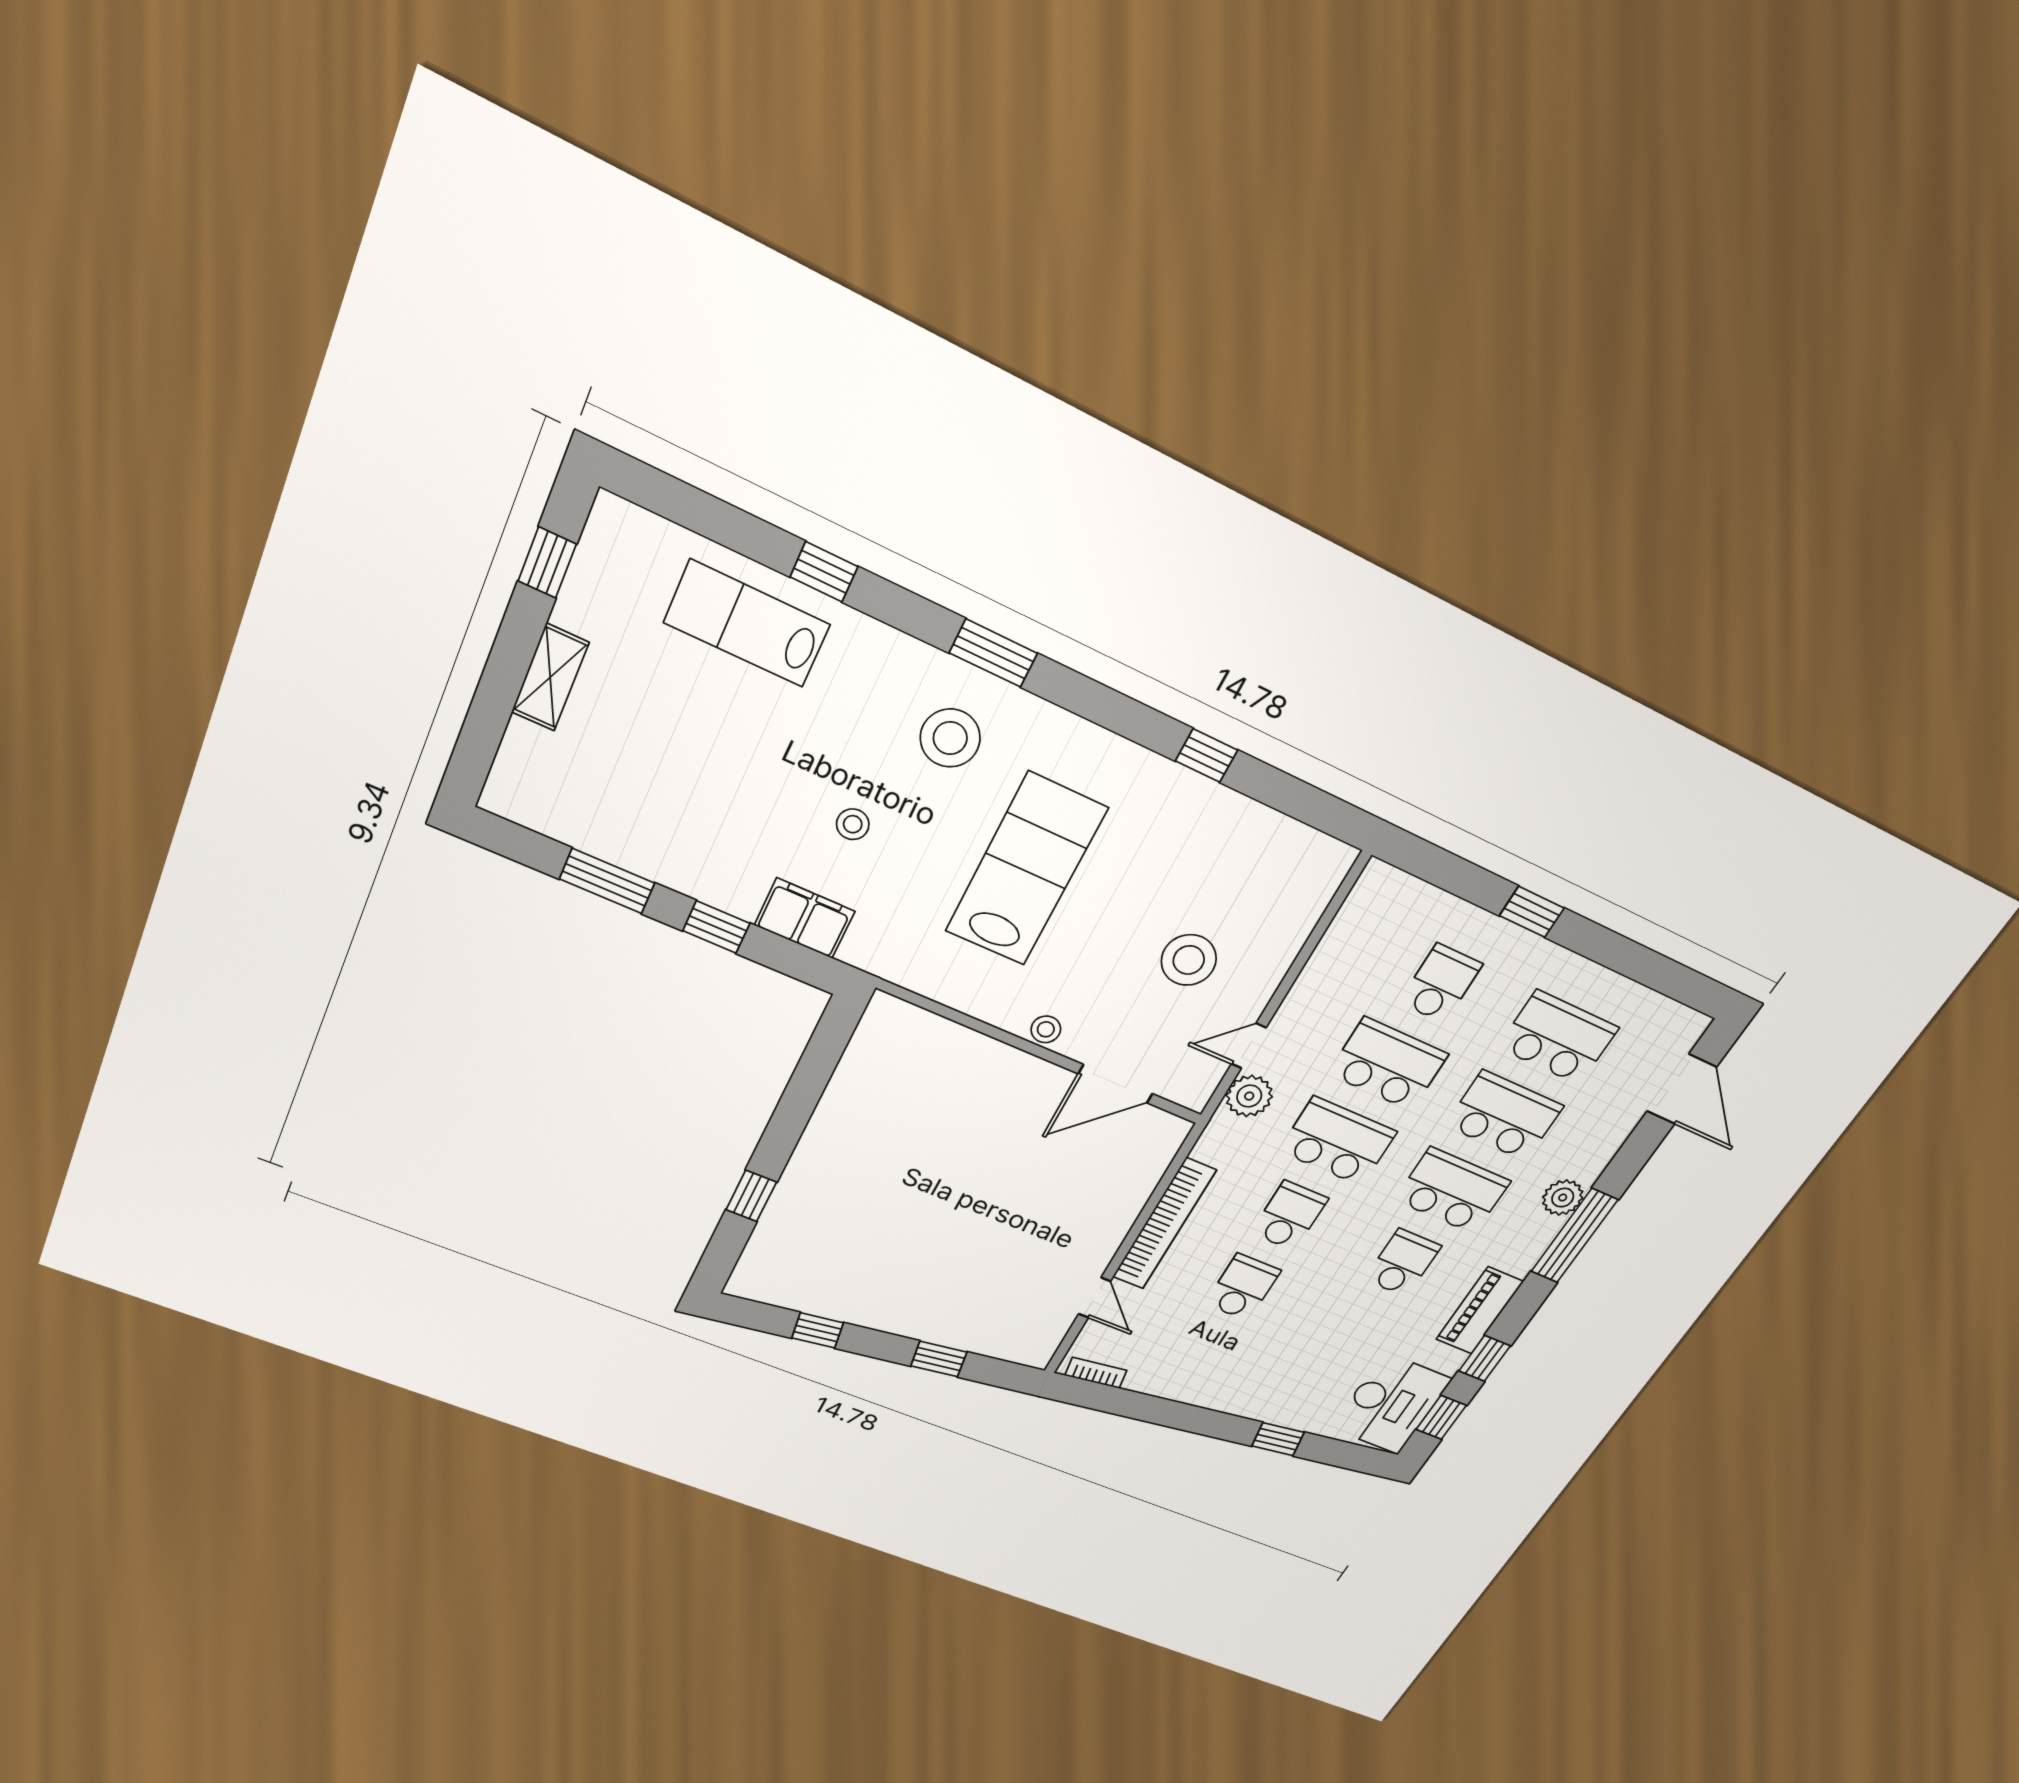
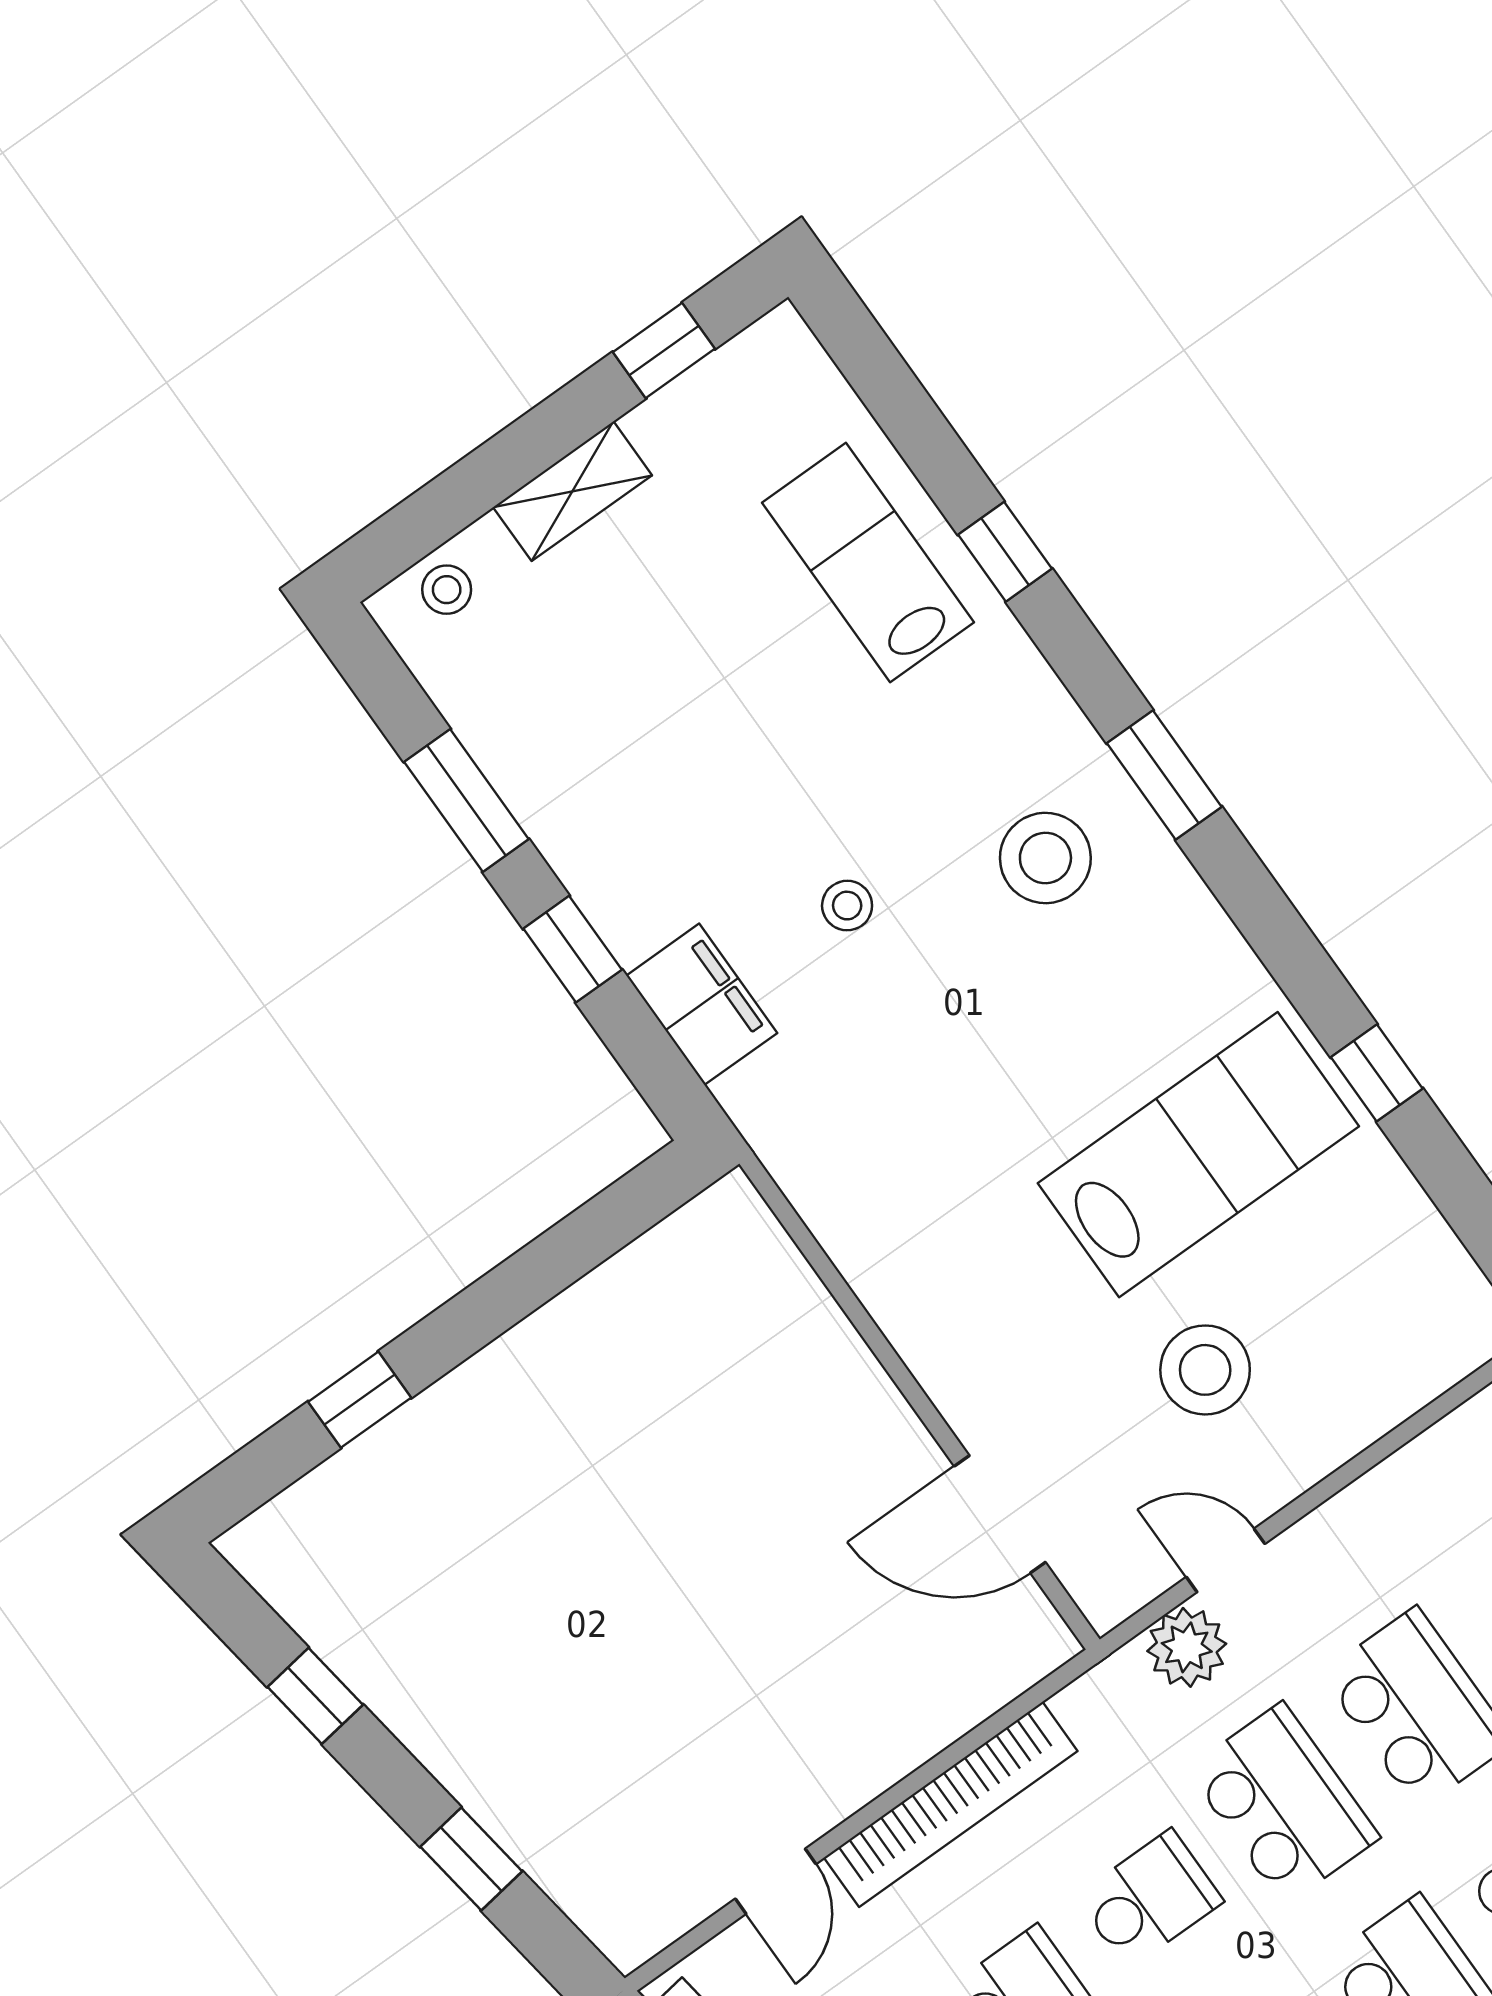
lab bench: (1026, 870) -> (1198, 1155), moved
stool: (1046, 1029) -> (447, 590), moved

